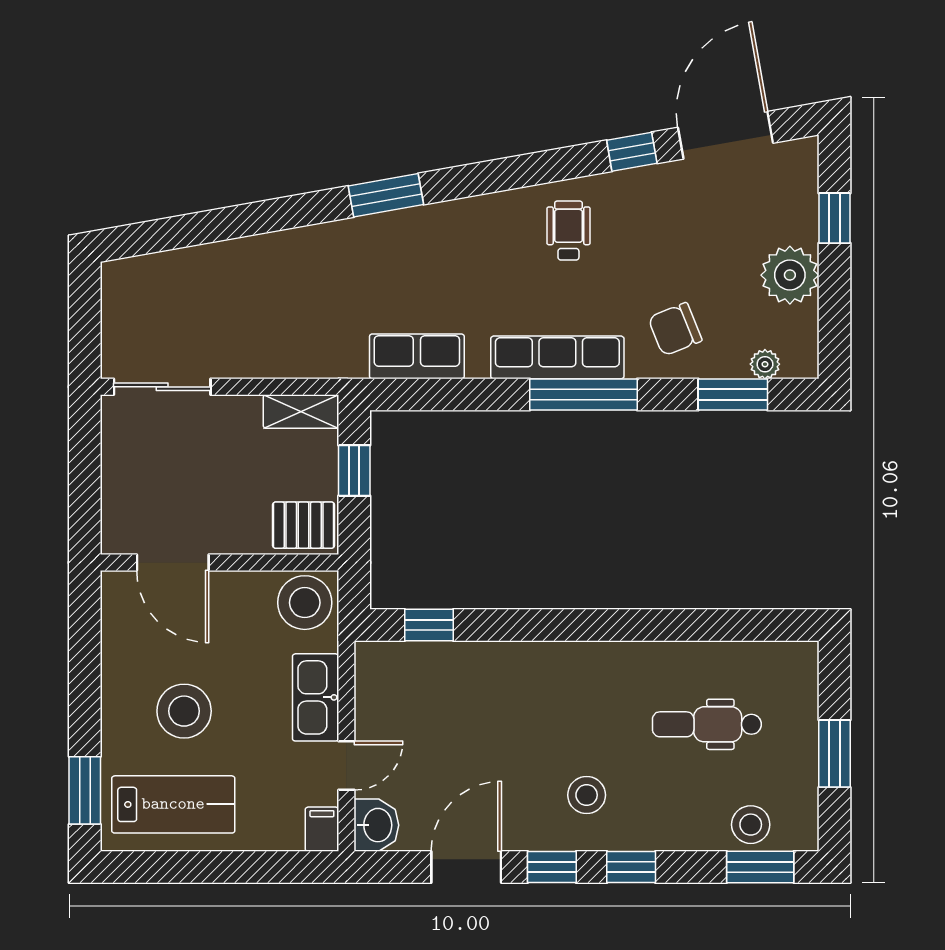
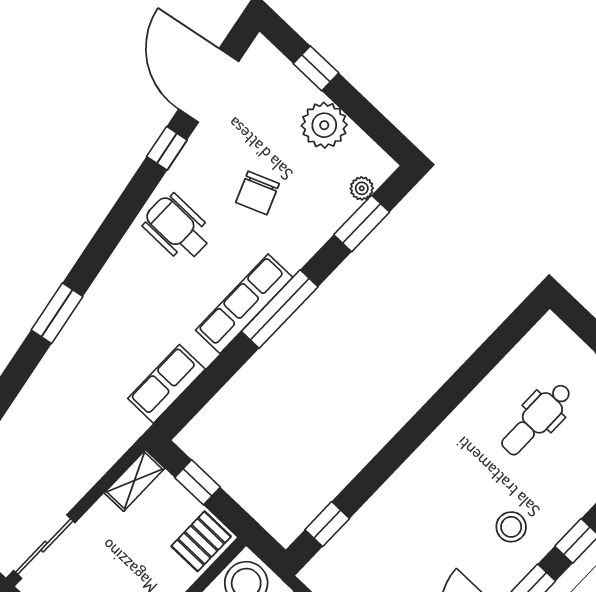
wheelchair: (568, 231) -> (177, 228), width x1.36, depth x1.37
chair: (675, 329) -> (257, 193), moved

